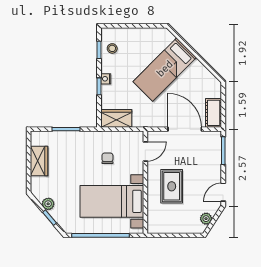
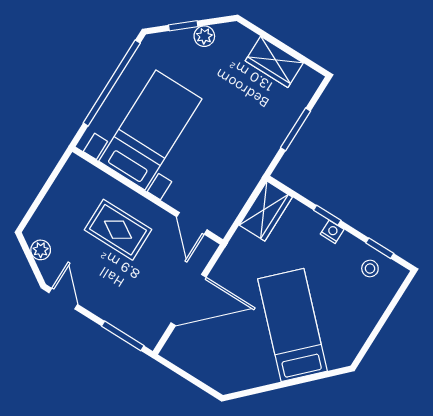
cot: (214, 113) -> (186, 356), removed
chair: (107, 158) -> (216, 163), removed

